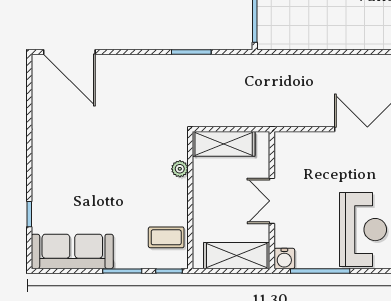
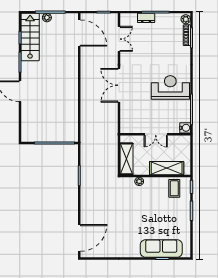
sofa: (72, 251) -> (161, 248), moved, turned 90
shelving: (237, 256) -> (167, 168), moved, turned 90

